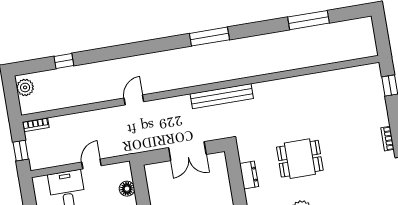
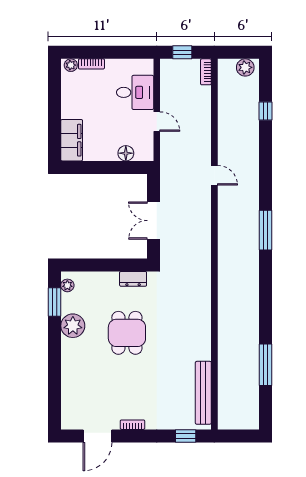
window: (209, 37) -> (265, 230), moved
bench: (222, 96) -> (203, 393), moved
dresser: (249, 175) -> (133, 279), moved

